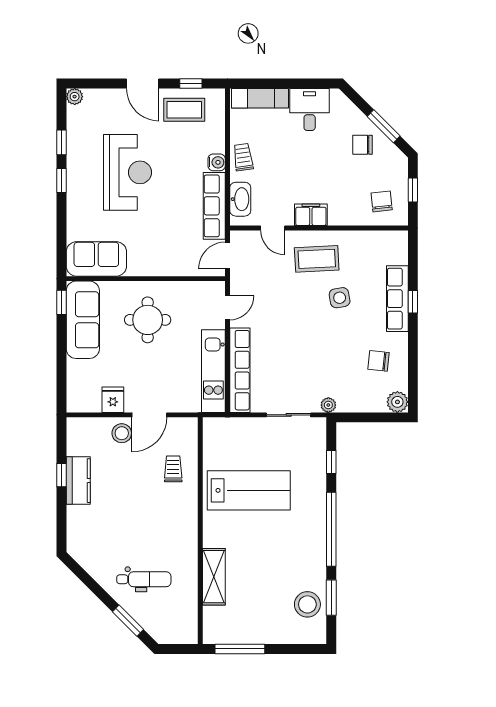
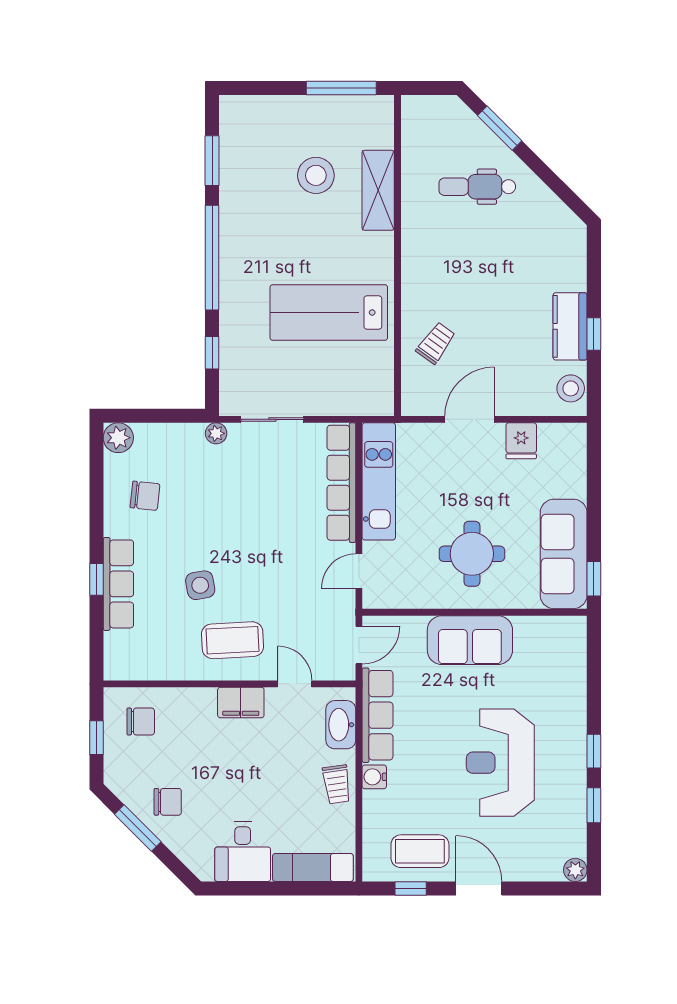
chair: (382, 201) -> (141, 722), turned -84
sofa: (96, 259) -> (470, 640), moved
stool: (122, 433) -> (571, 388), moved
trolley: (173, 469) -> (436, 343), turned -144
stool: (307, 604) -> (316, 175), moved

